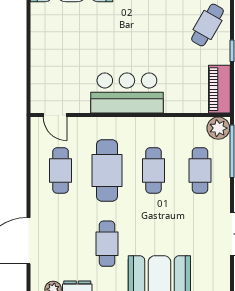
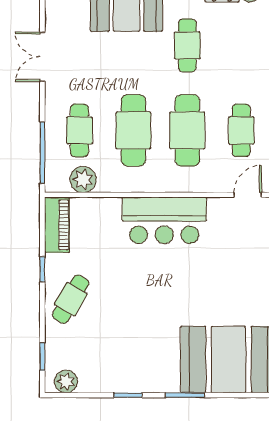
door: (55, 115) -> (248, 195), hinge flipped
plant: (218, 128) -> (83, 179), moved
cafe table: (153, 170) -> (133, 130), width x1.37, depth x1.35

